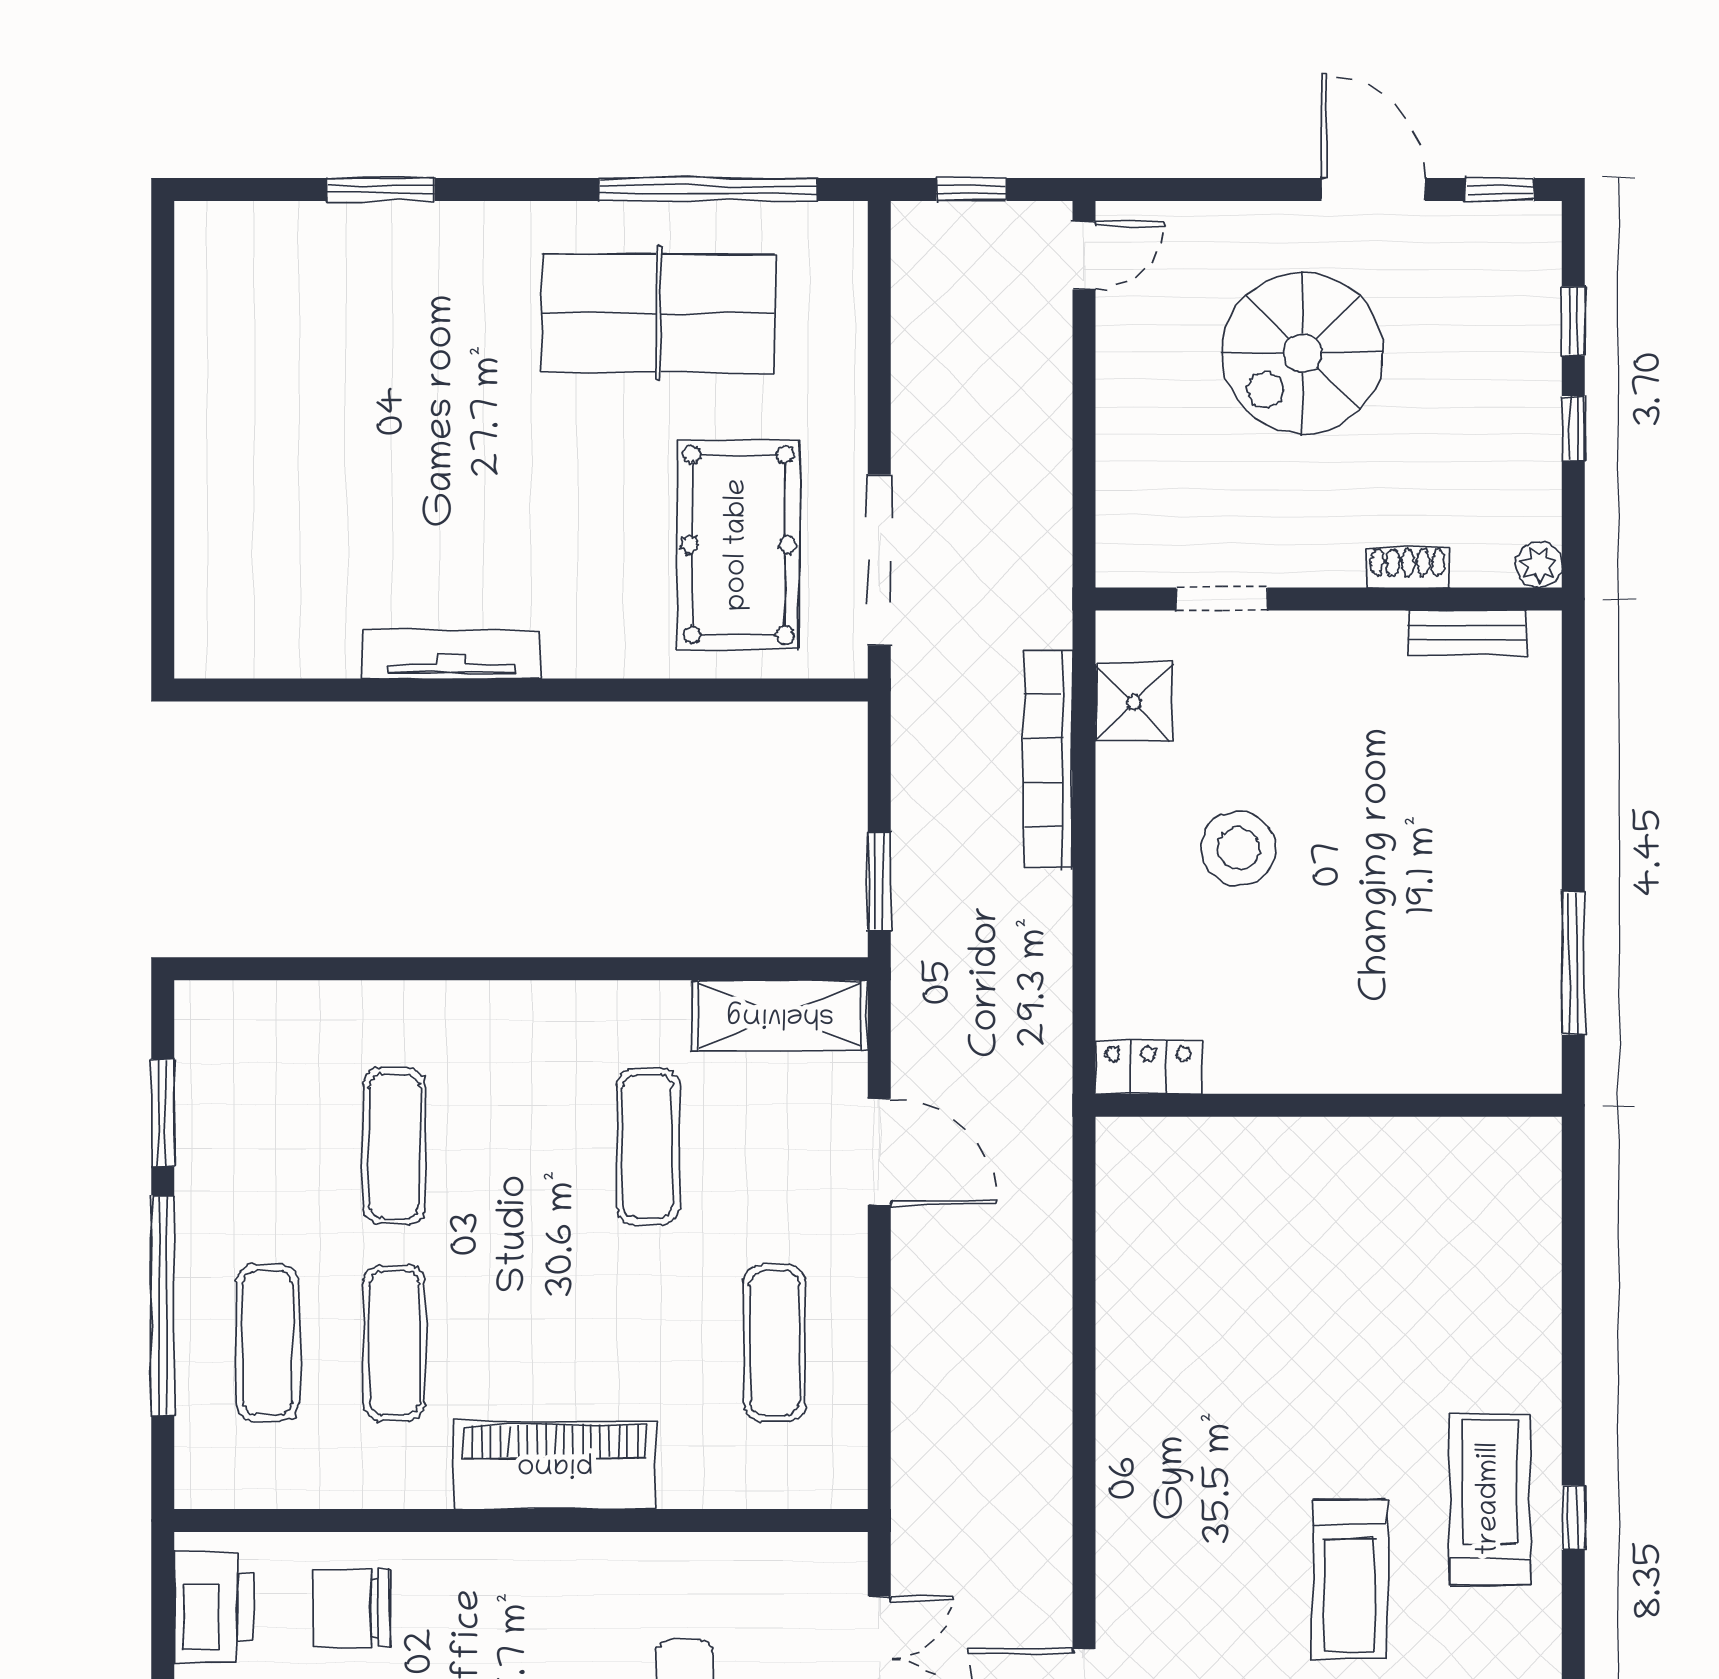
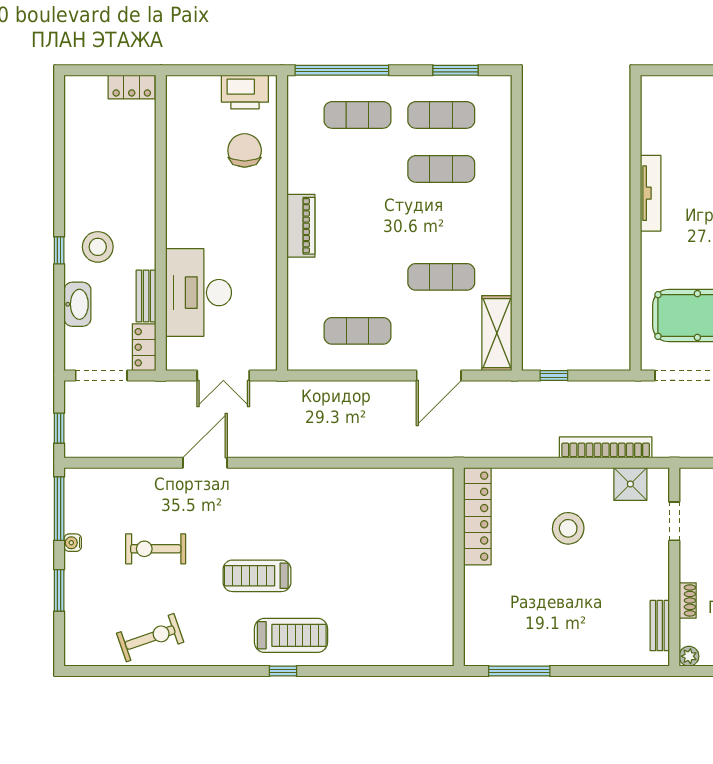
window: (879, 882) -> (554, 375), width x0.67
locker: (1148, 1067) -> (477, 516), width x2.16, depth x1.21
window: (163, 1305) -> (342, 70), moved
exercise mat: (394, 1343) -> (441, 115), moved
piano: (555, 1465) -> (301, 226), width x0.73, depth x0.75

